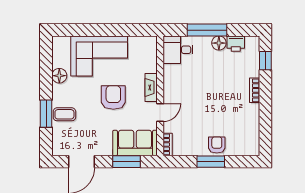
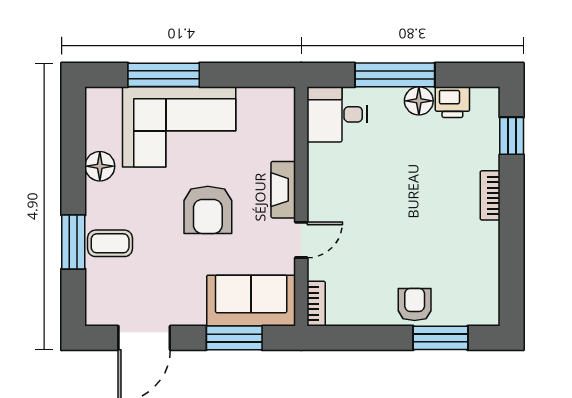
window: (91, 30) -> (164, 75), added
armchair: (113, 98) -> (208, 210), turned 180
window: (211, 162) -> (440, 338), moved

